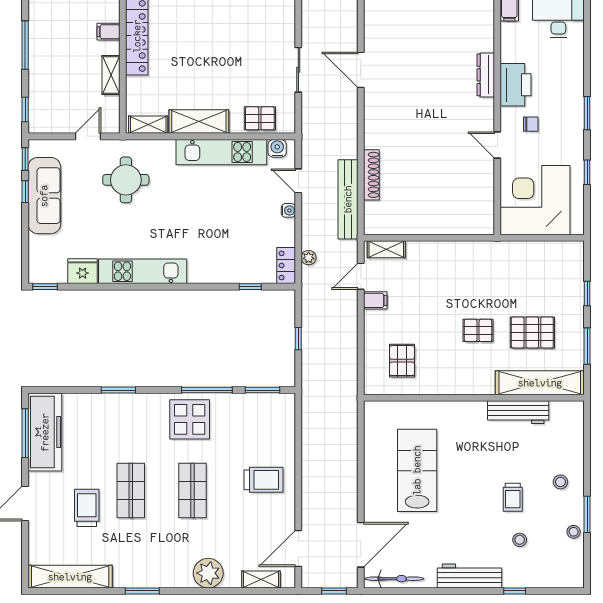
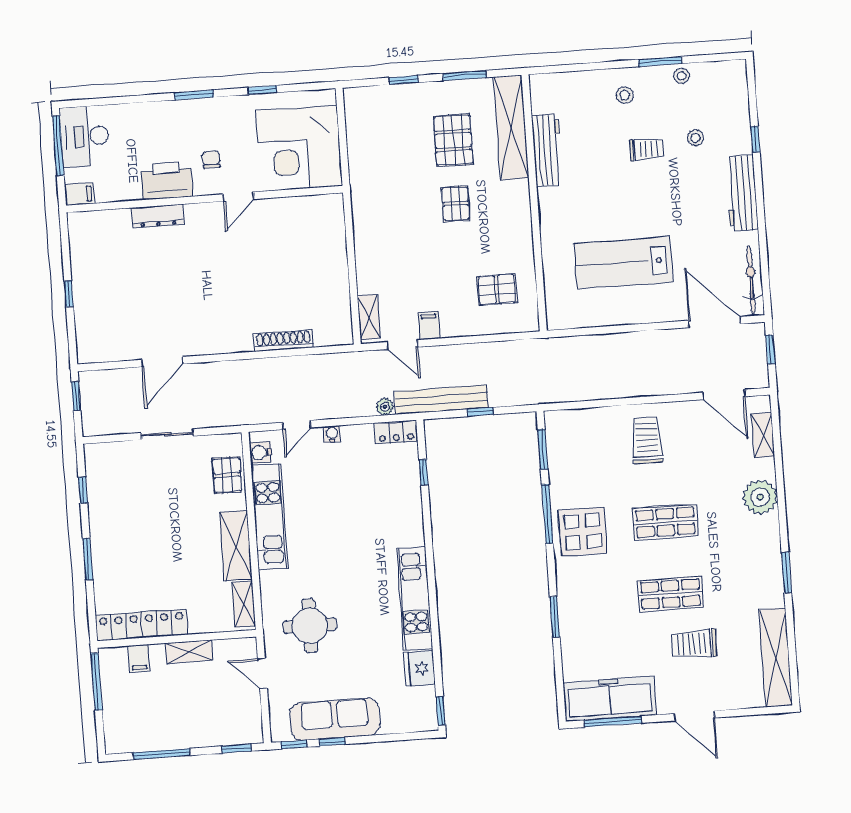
bench: (348, 199) -> (441, 400), moved

